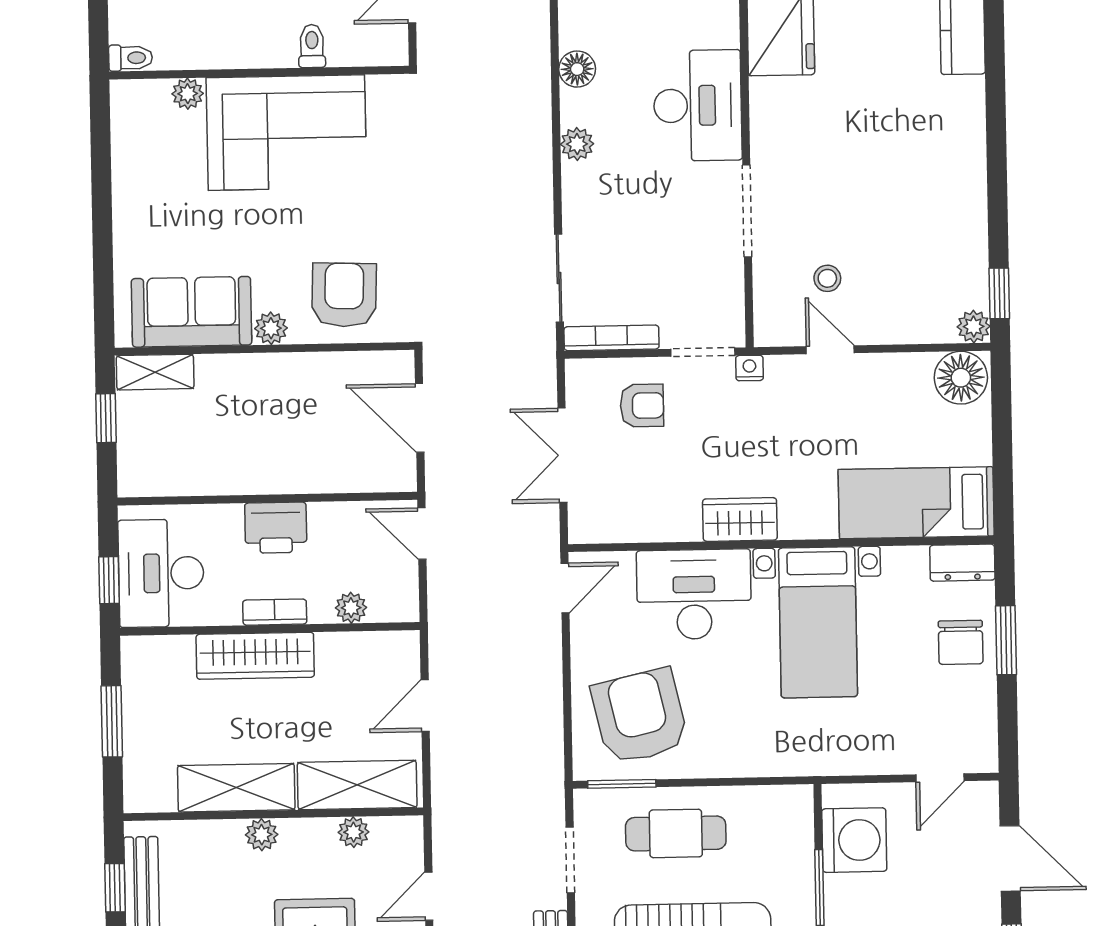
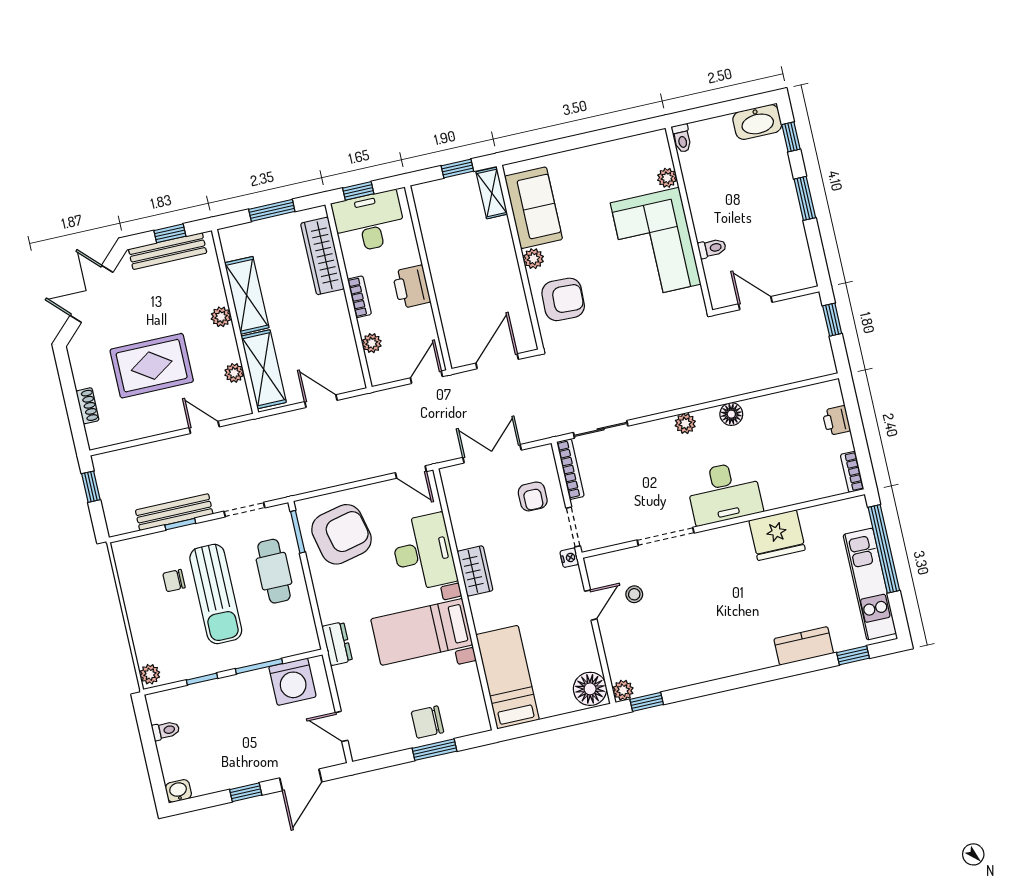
dresser: (962, 563) -> (337, 644), moved, turned 180
wardrobe: (255, 656) -> (322, 256), moved

